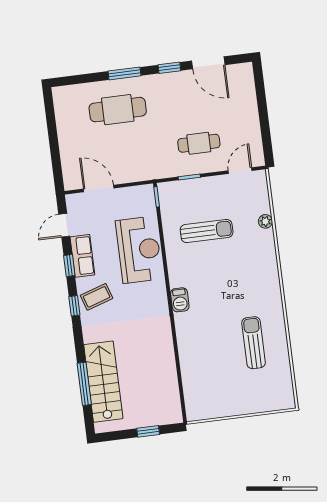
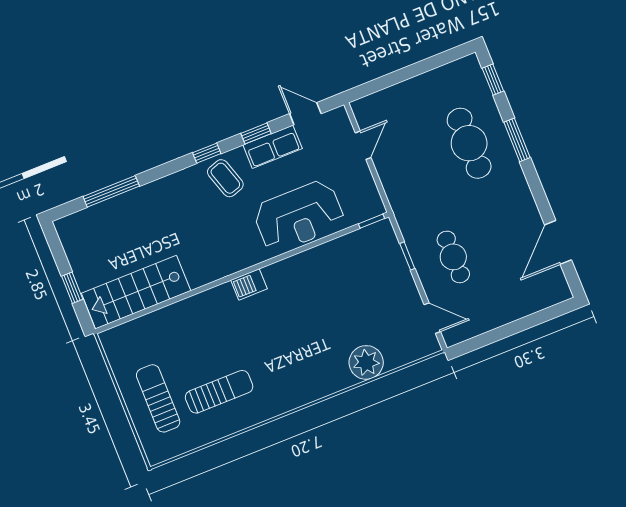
window: (169, 68) -> (493, 80), moved
door: (99, 189) -> (363, 145), width x0.73
plant: (265, 221) -> (366, 362), width x1.88, depth x1.88
sun lounger: (207, 231) -> (158, 398), moved, turned 180
stairs: (103, 382) -> (136, 292), moved, turned 180

